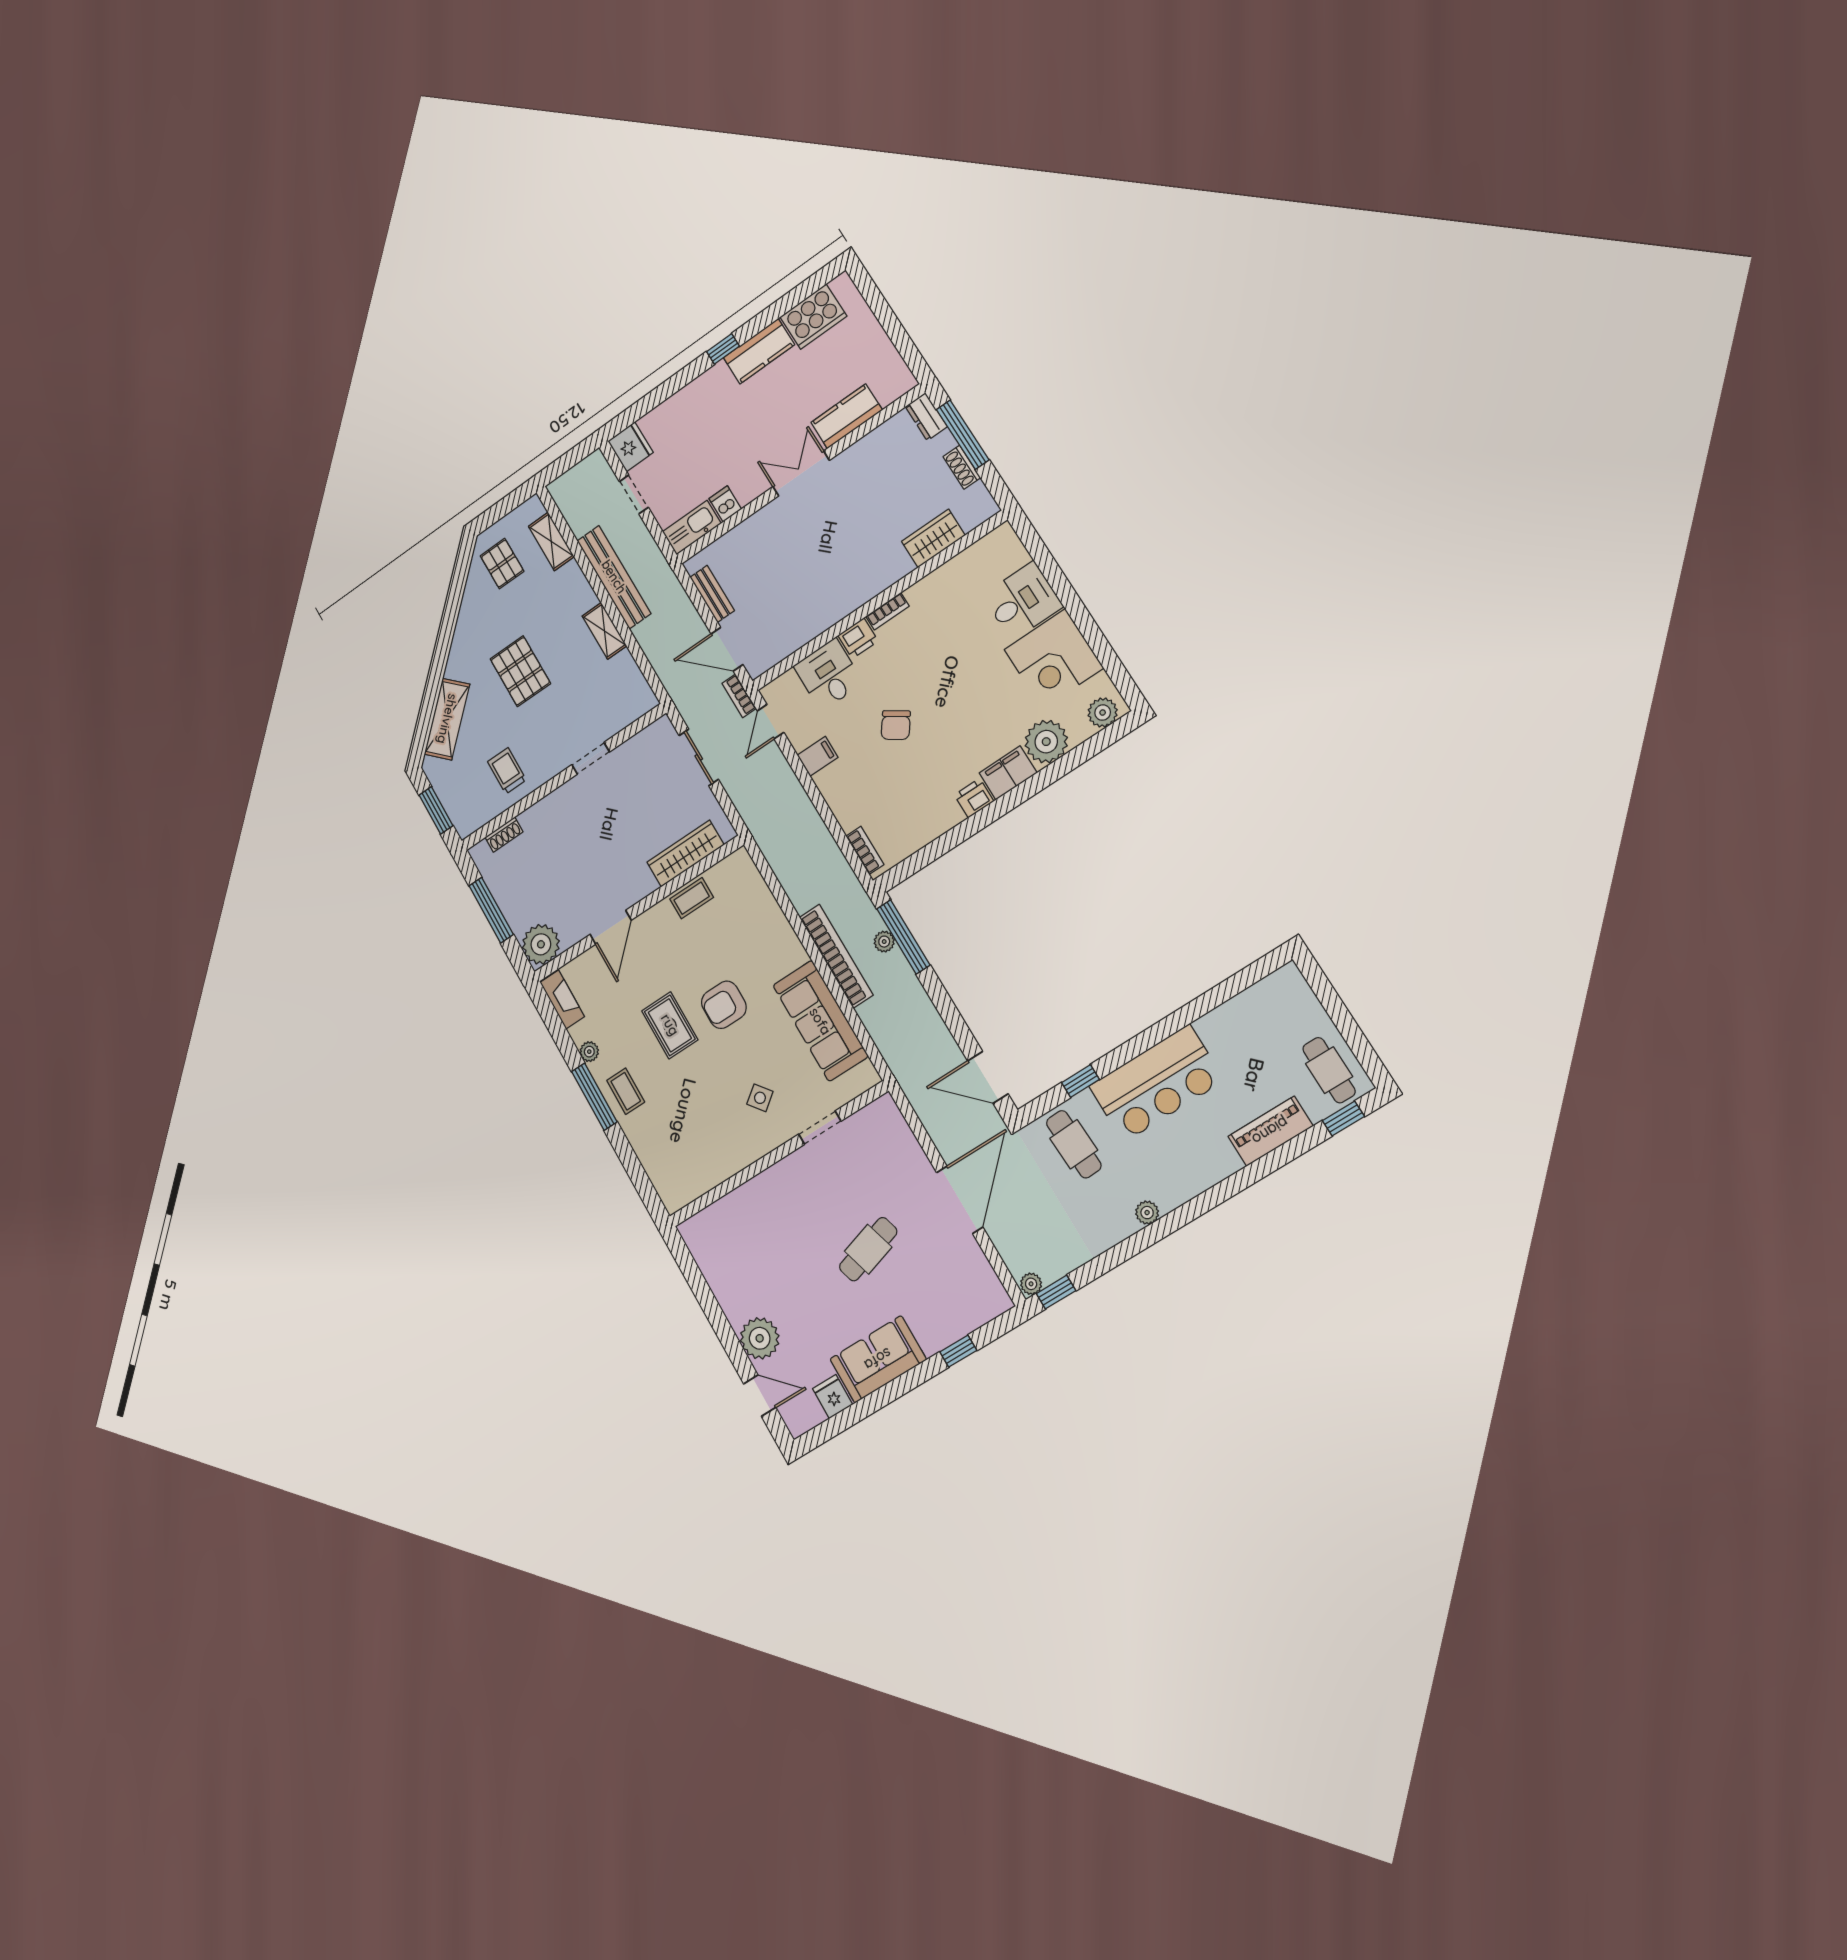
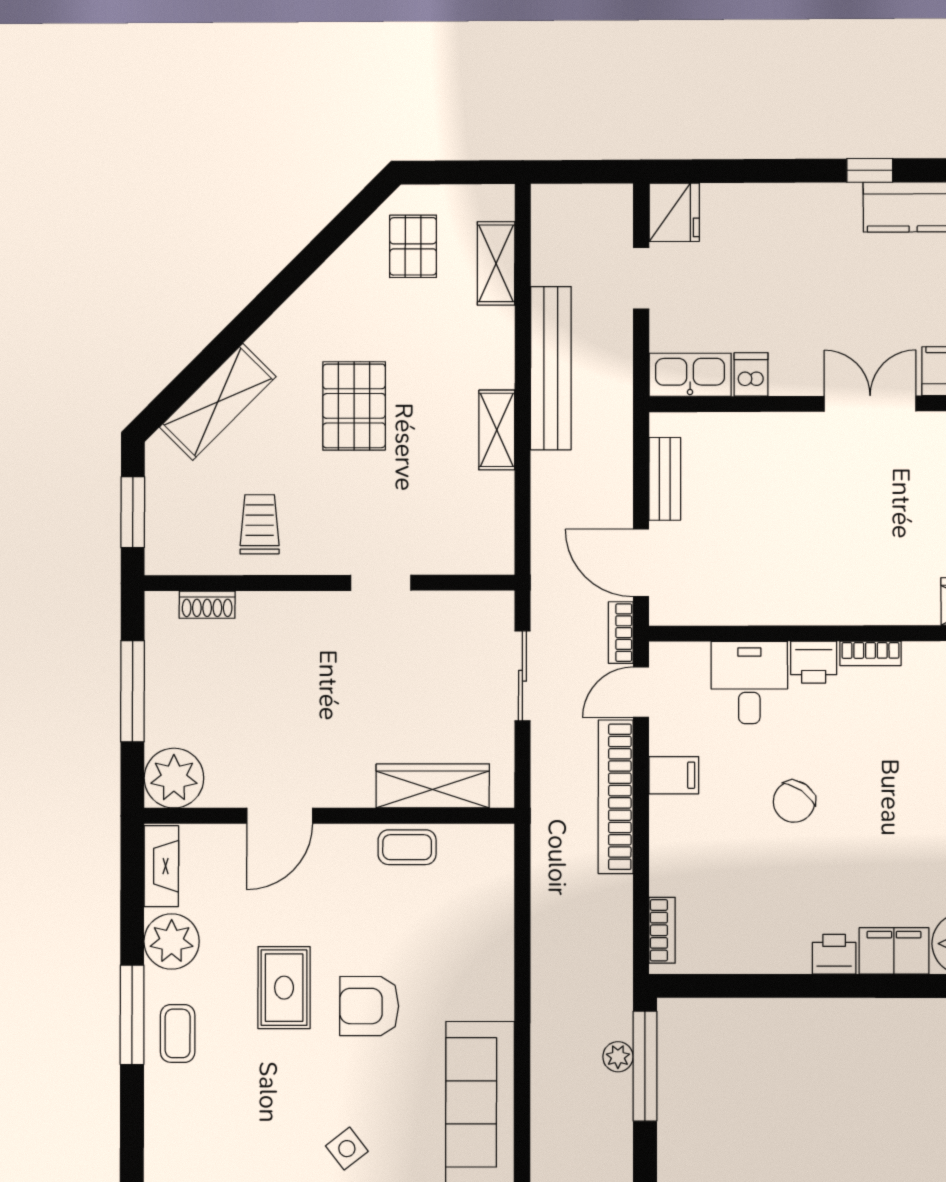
bookcase: (836, 956) -> (616, 797), moved, turned 180
plant: (589, 1052) -> (172, 941), width x1.88, depth x1.88

